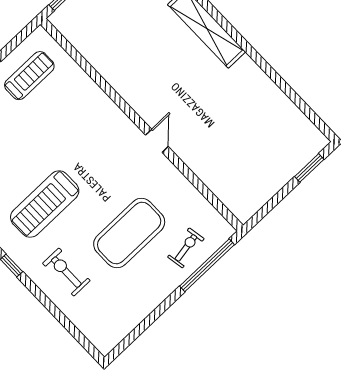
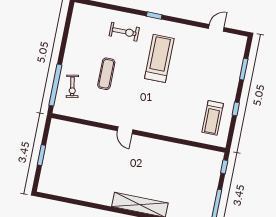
window: (309, 168) -> (41, 155), moved
exercise mat: (129, 233) -> (106, 74), width x0.50, depth x0.69

